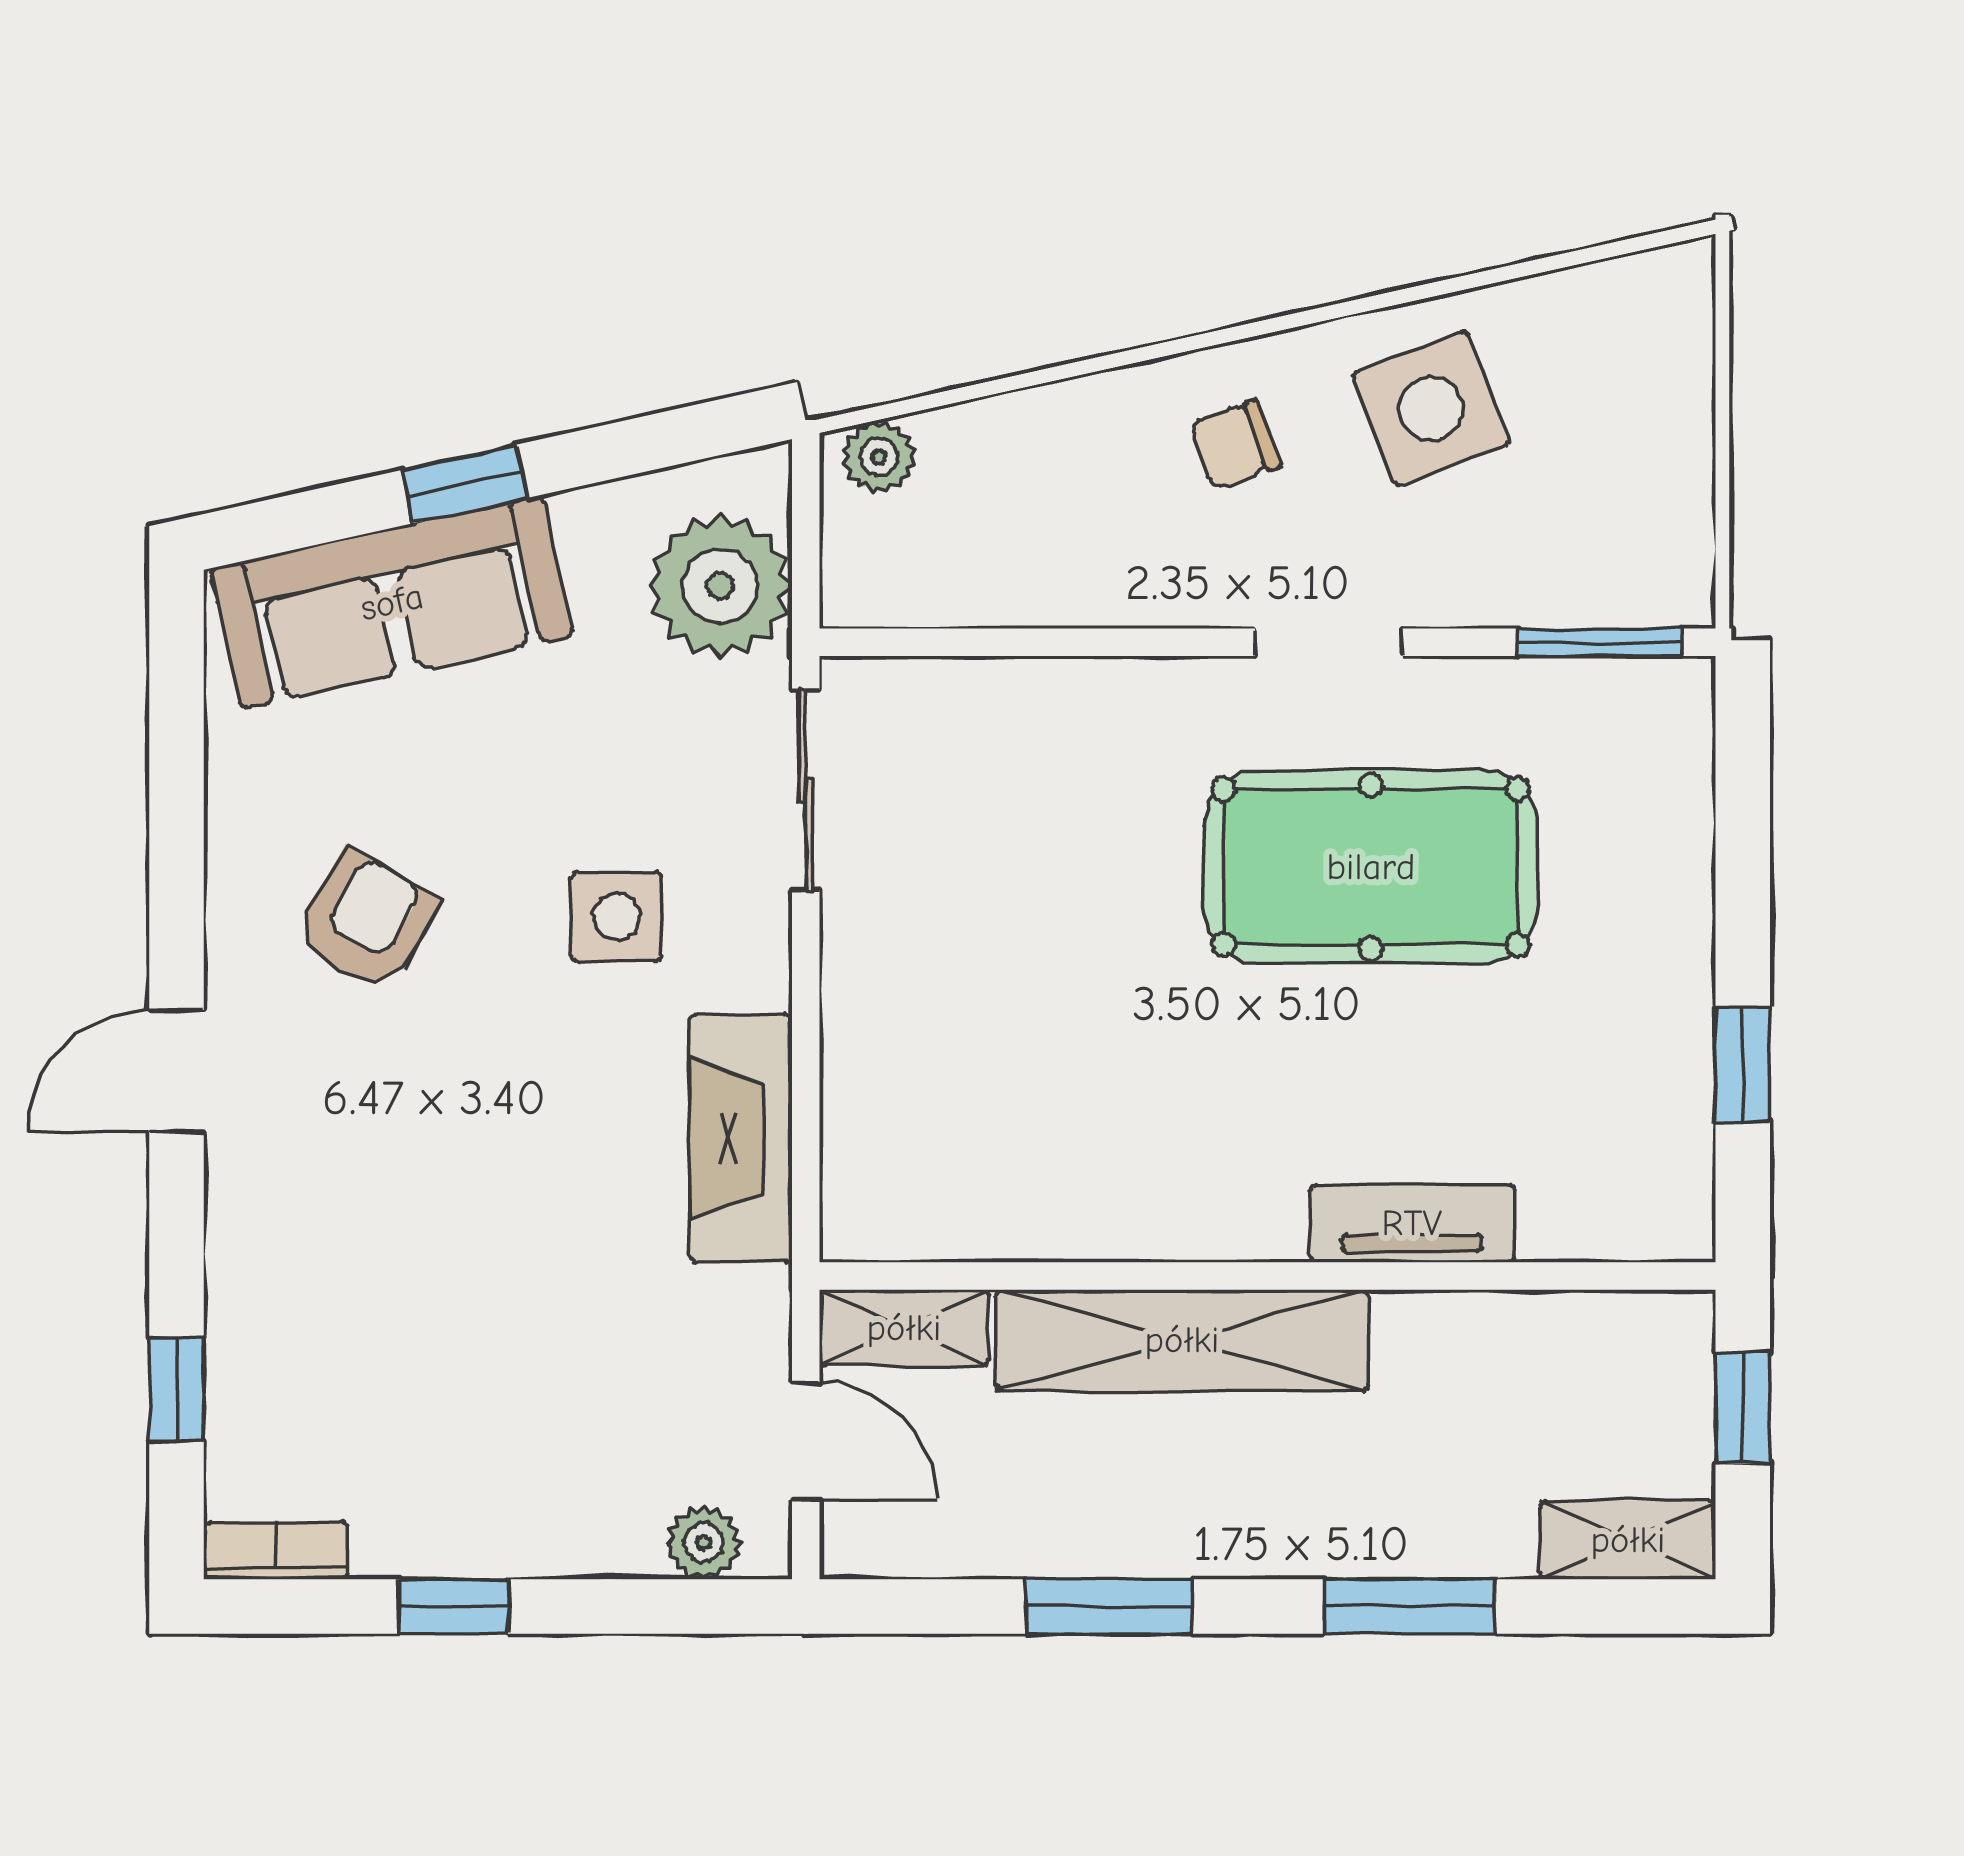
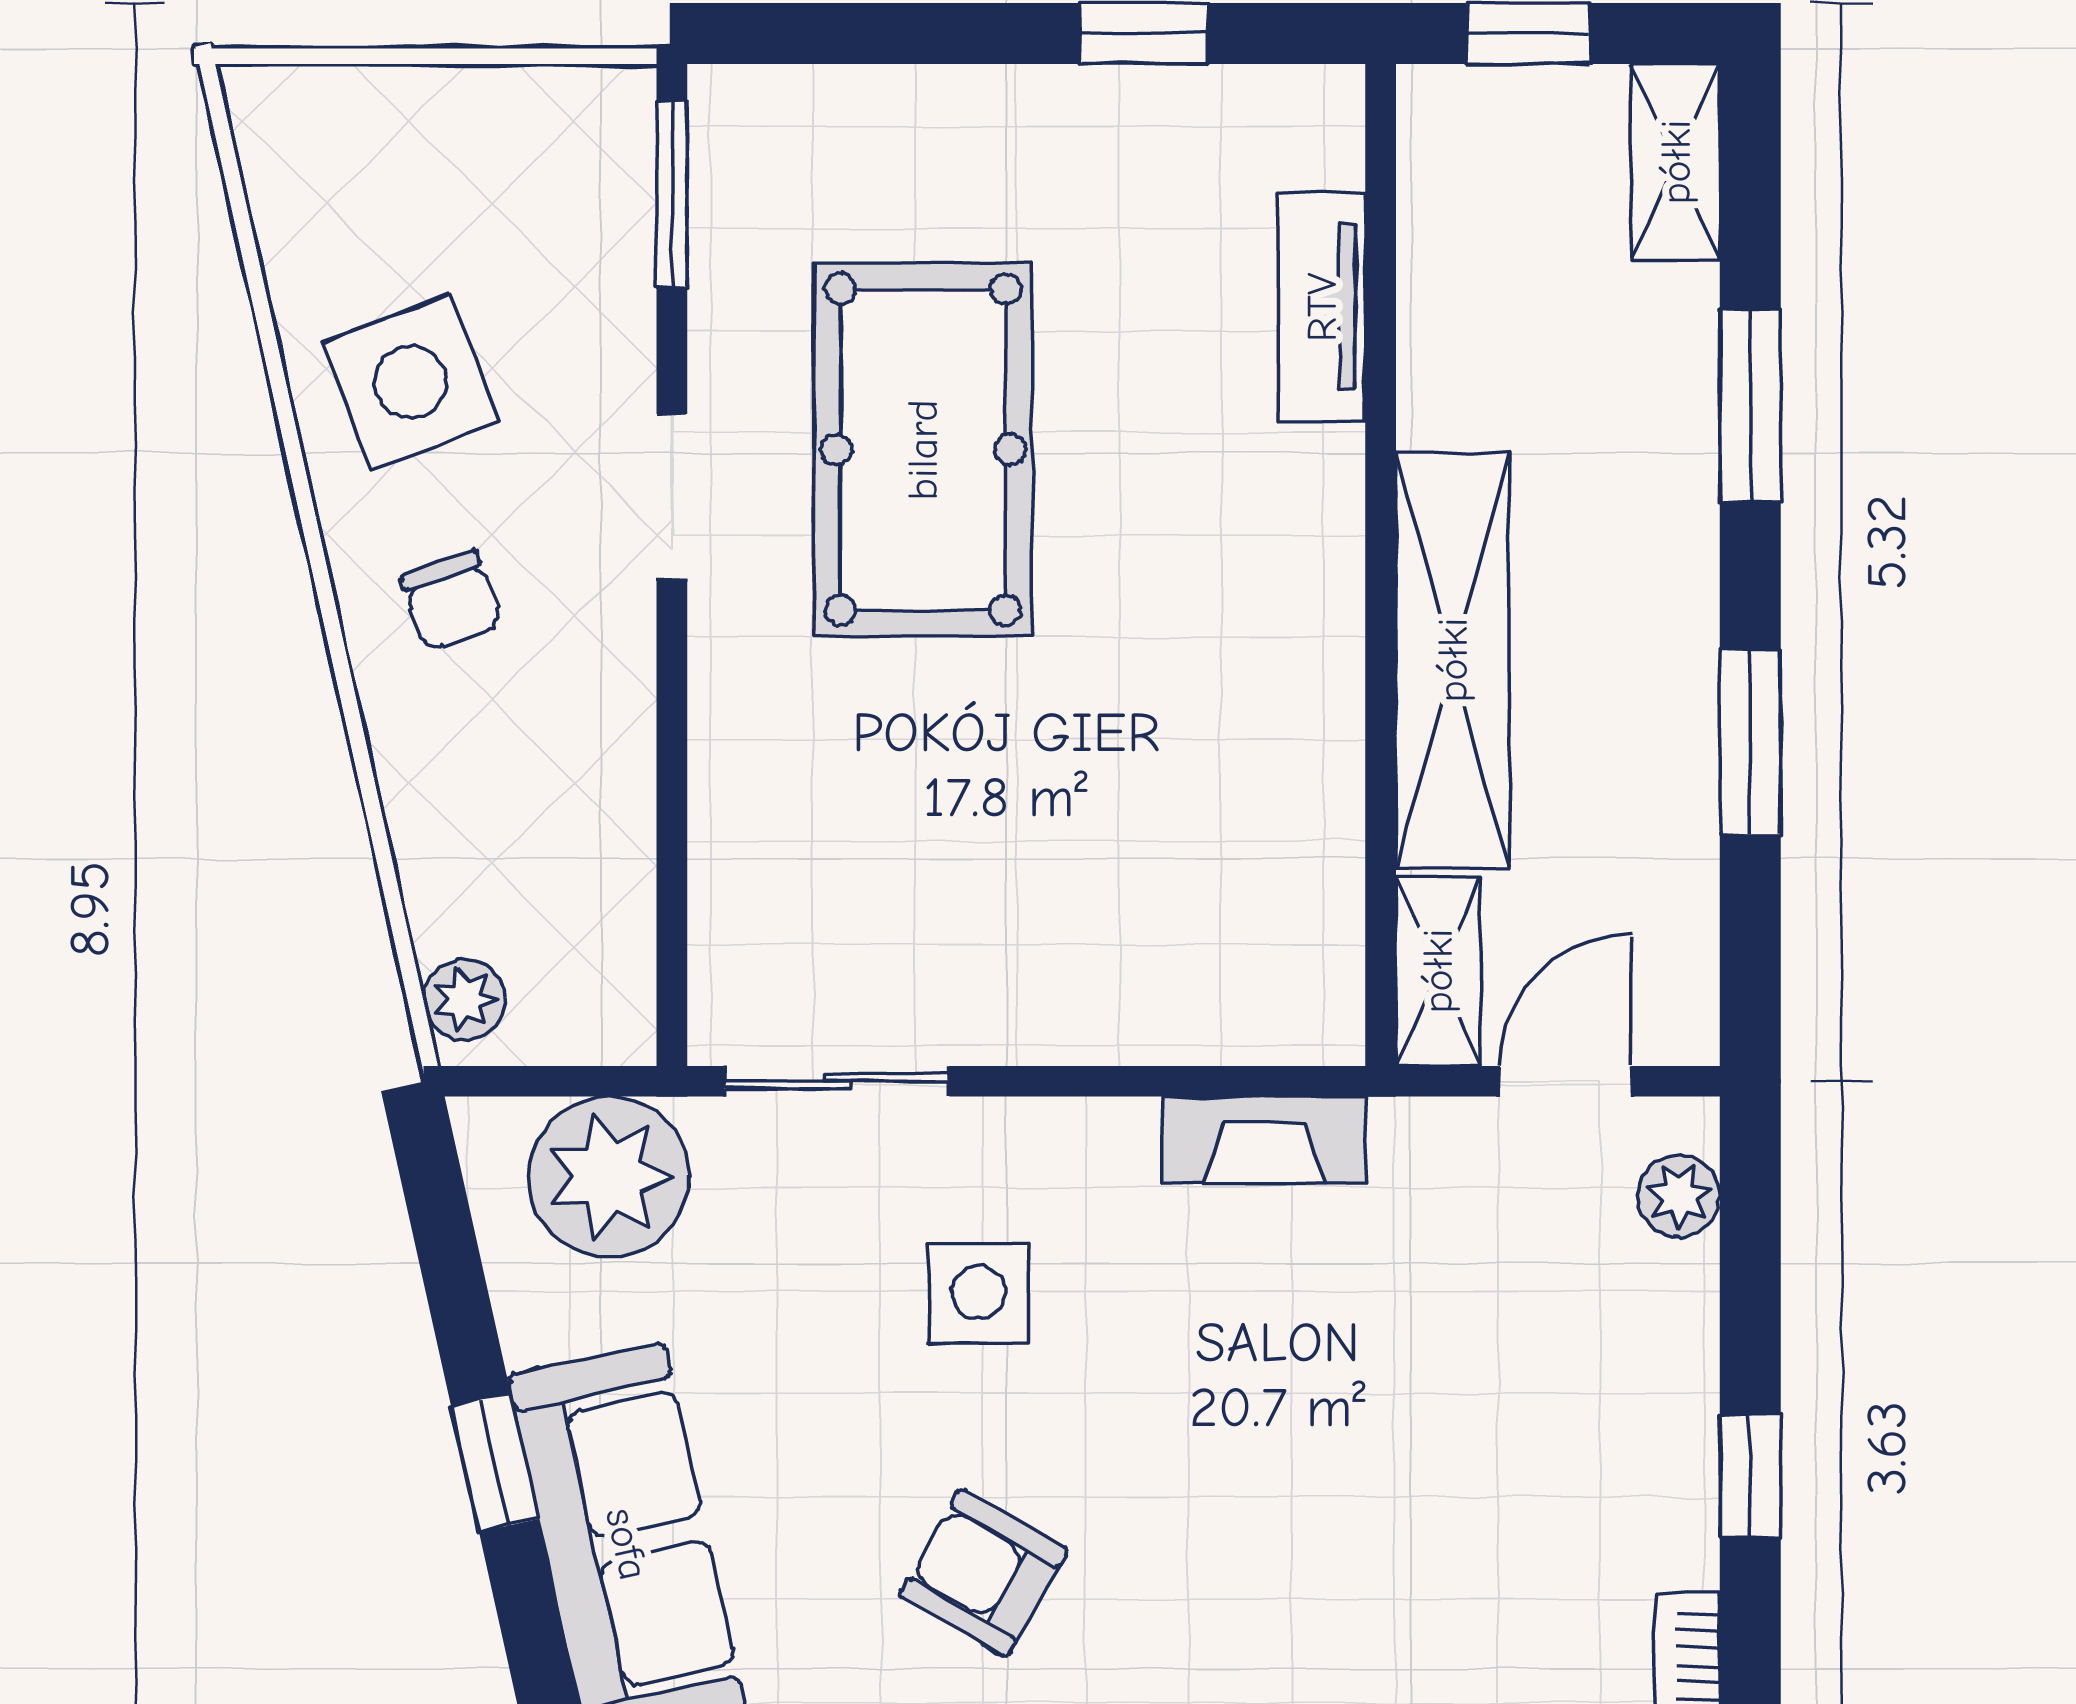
fireplace: (741, 1139) -> (1264, 1140), width x0.73, depth x0.76
tv unit: (1412, 1223) -> (1322, 307), moved

